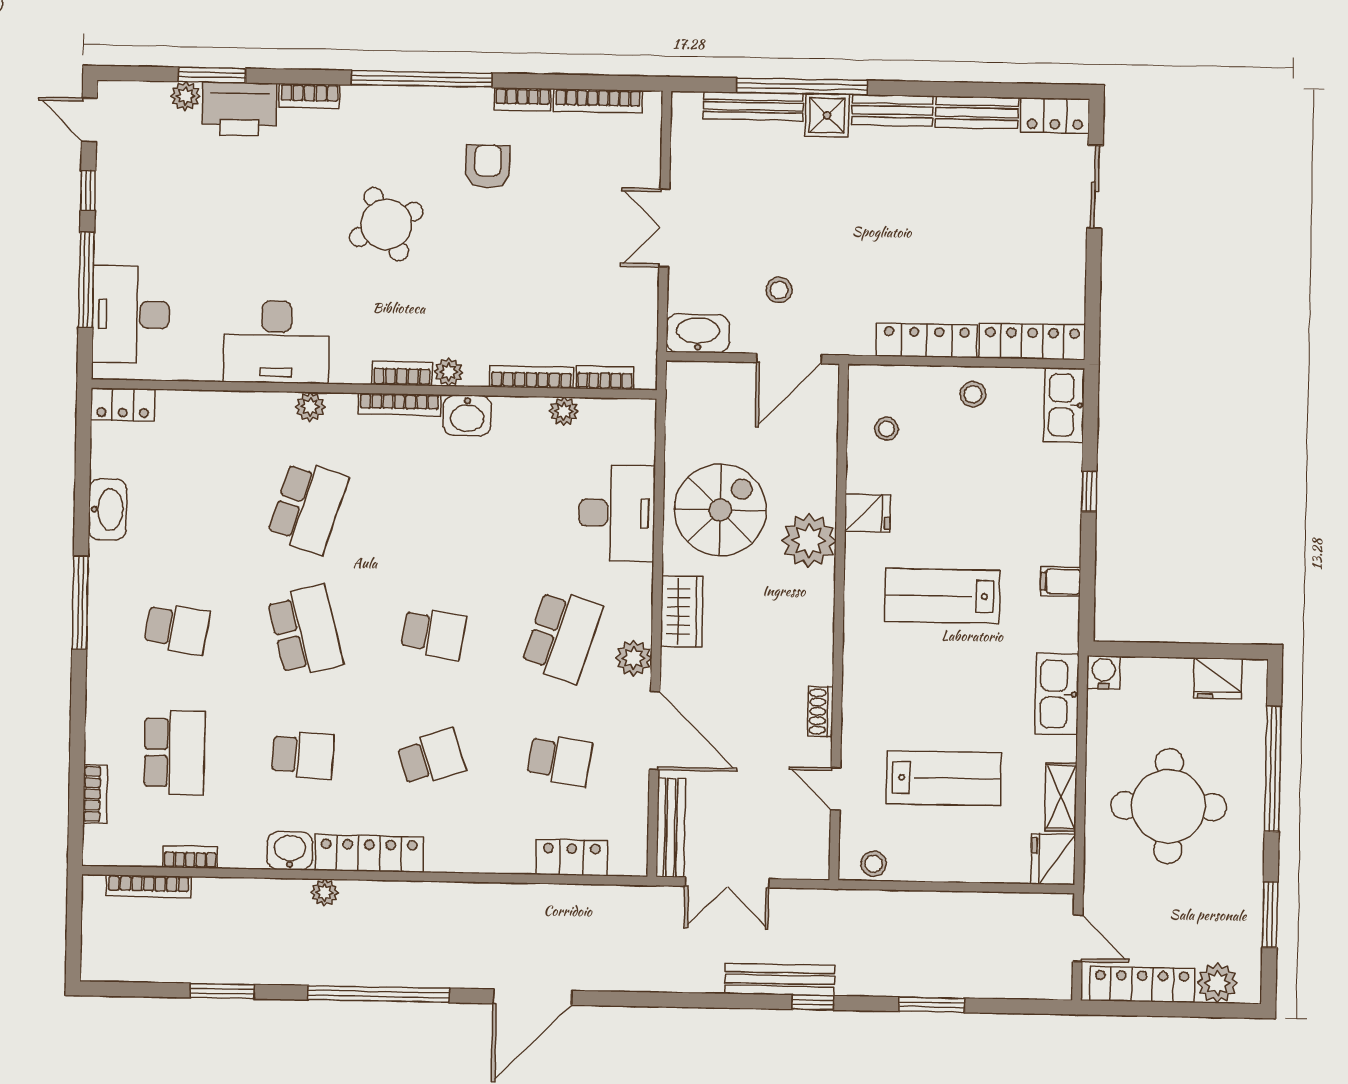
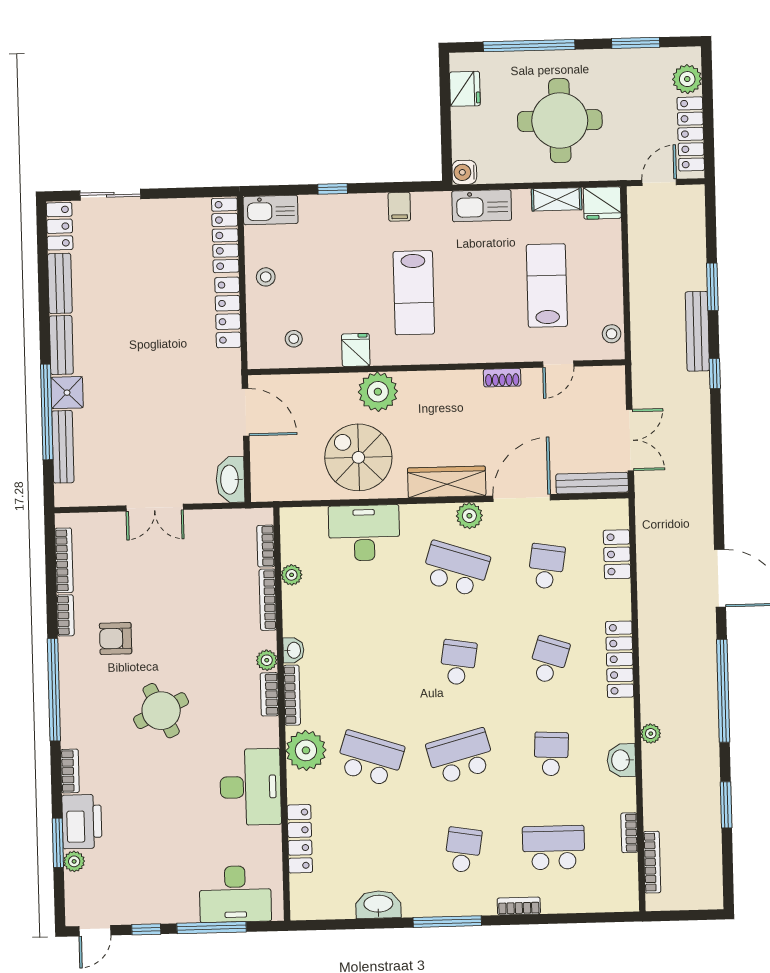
stool: (779, 290) -> (196, 422), removed
locker: (123, 405) -> (300, 839), moved, width x1.53
plant: (310, 407) -> (306, 750), width x1.88, depth x1.88
washbasin: (467, 415) -> (293, 650), width x0.72, depth x0.69
wardrobe: (682, 611) -> (447, 482), width x1.50
school desk: (431, 758) -> (549, 660), turned 36
bookcase: (95, 794) -> (519, 906), moved
locker: (369, 854) -> (620, 659), moved
bench: (780, 980) -> (697, 331), moved

